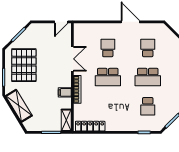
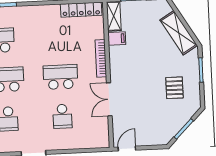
pallet: (24, 65) -> (174, 88), width x0.49, depth x0.50
filing cabinet: (65, 92) -> (117, 39), moved

